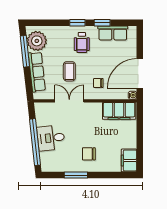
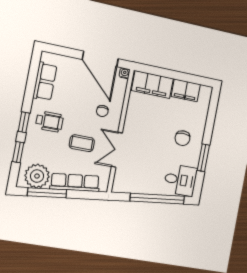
window: (102, 23) -> (18, 152), moved
filing cabinet: (119, 111) -> (152, 85), moved, turned 90
desk: (51, 138) -> (180, 180), moved, turned -84
filing cabinet: (129, 160) -> (186, 90), moved

